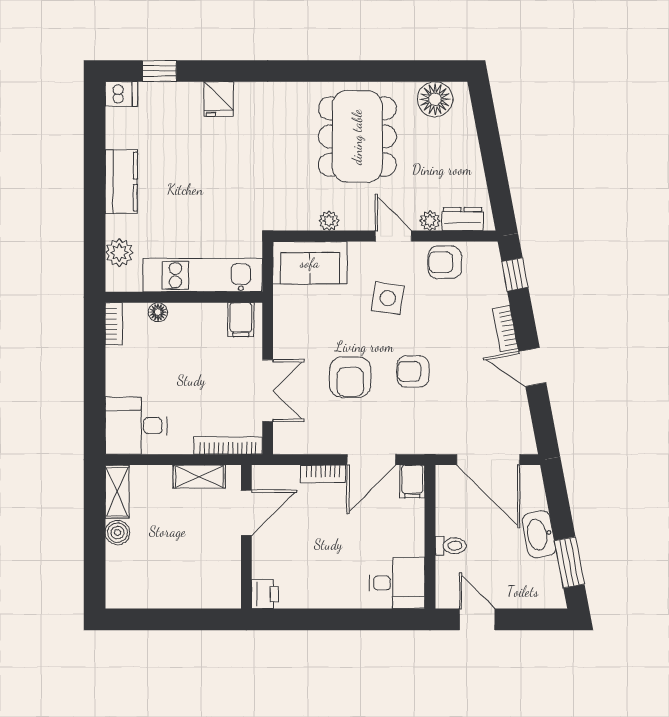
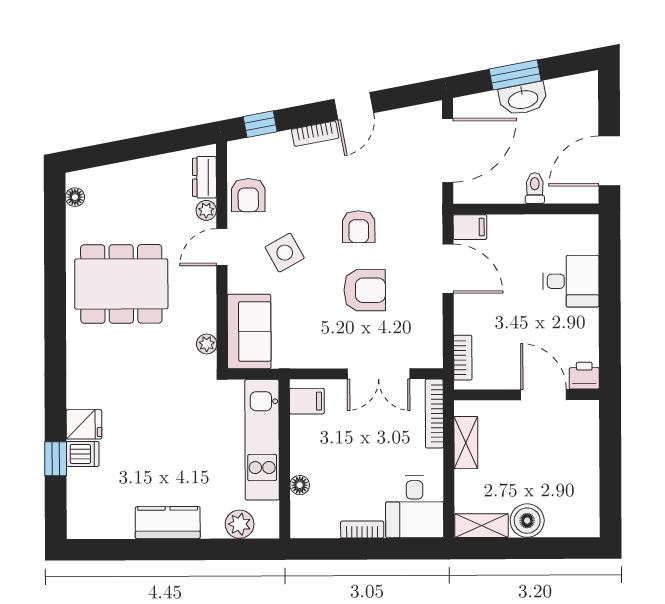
window: (159, 71) -> (56, 459), moved
dishwasher: (121, 94) -> (83, 454), moved, turned 90
floor lamp: (435, 99) -> (75, 197), width x0.53, depth x0.53
plant: (329, 221) -> (207, 344), moved
side table: (388, 298) -> (285, 253), turned -37
bookcase: (114, 324) -> (362, 529), moved
double door: (268, 391) -> (379, 374), swing flipped
bookcase: (323, 474) -> (463, 358), moved
door: (246, 513) -> (544, 395), moved
boiler: (117, 533) -> (527, 521), width x1.36, depth x1.36
window: (569, 562) -> (515, 75), moved
desk: (397, 583) -> (571, 281), moved, turned 90
door: (477, 619) -> (609, 161), width x1.38

